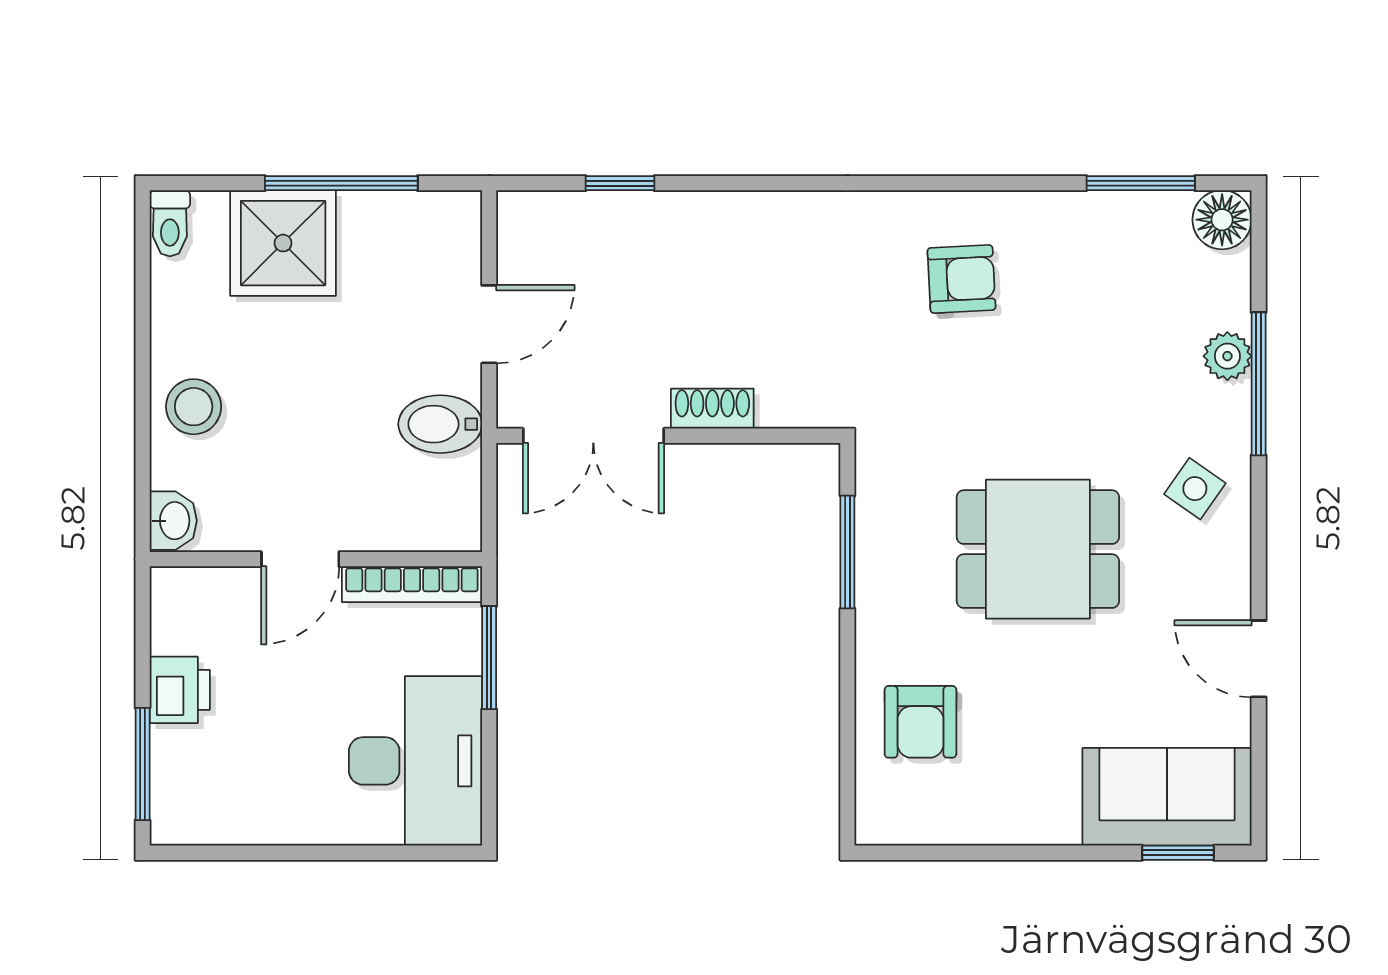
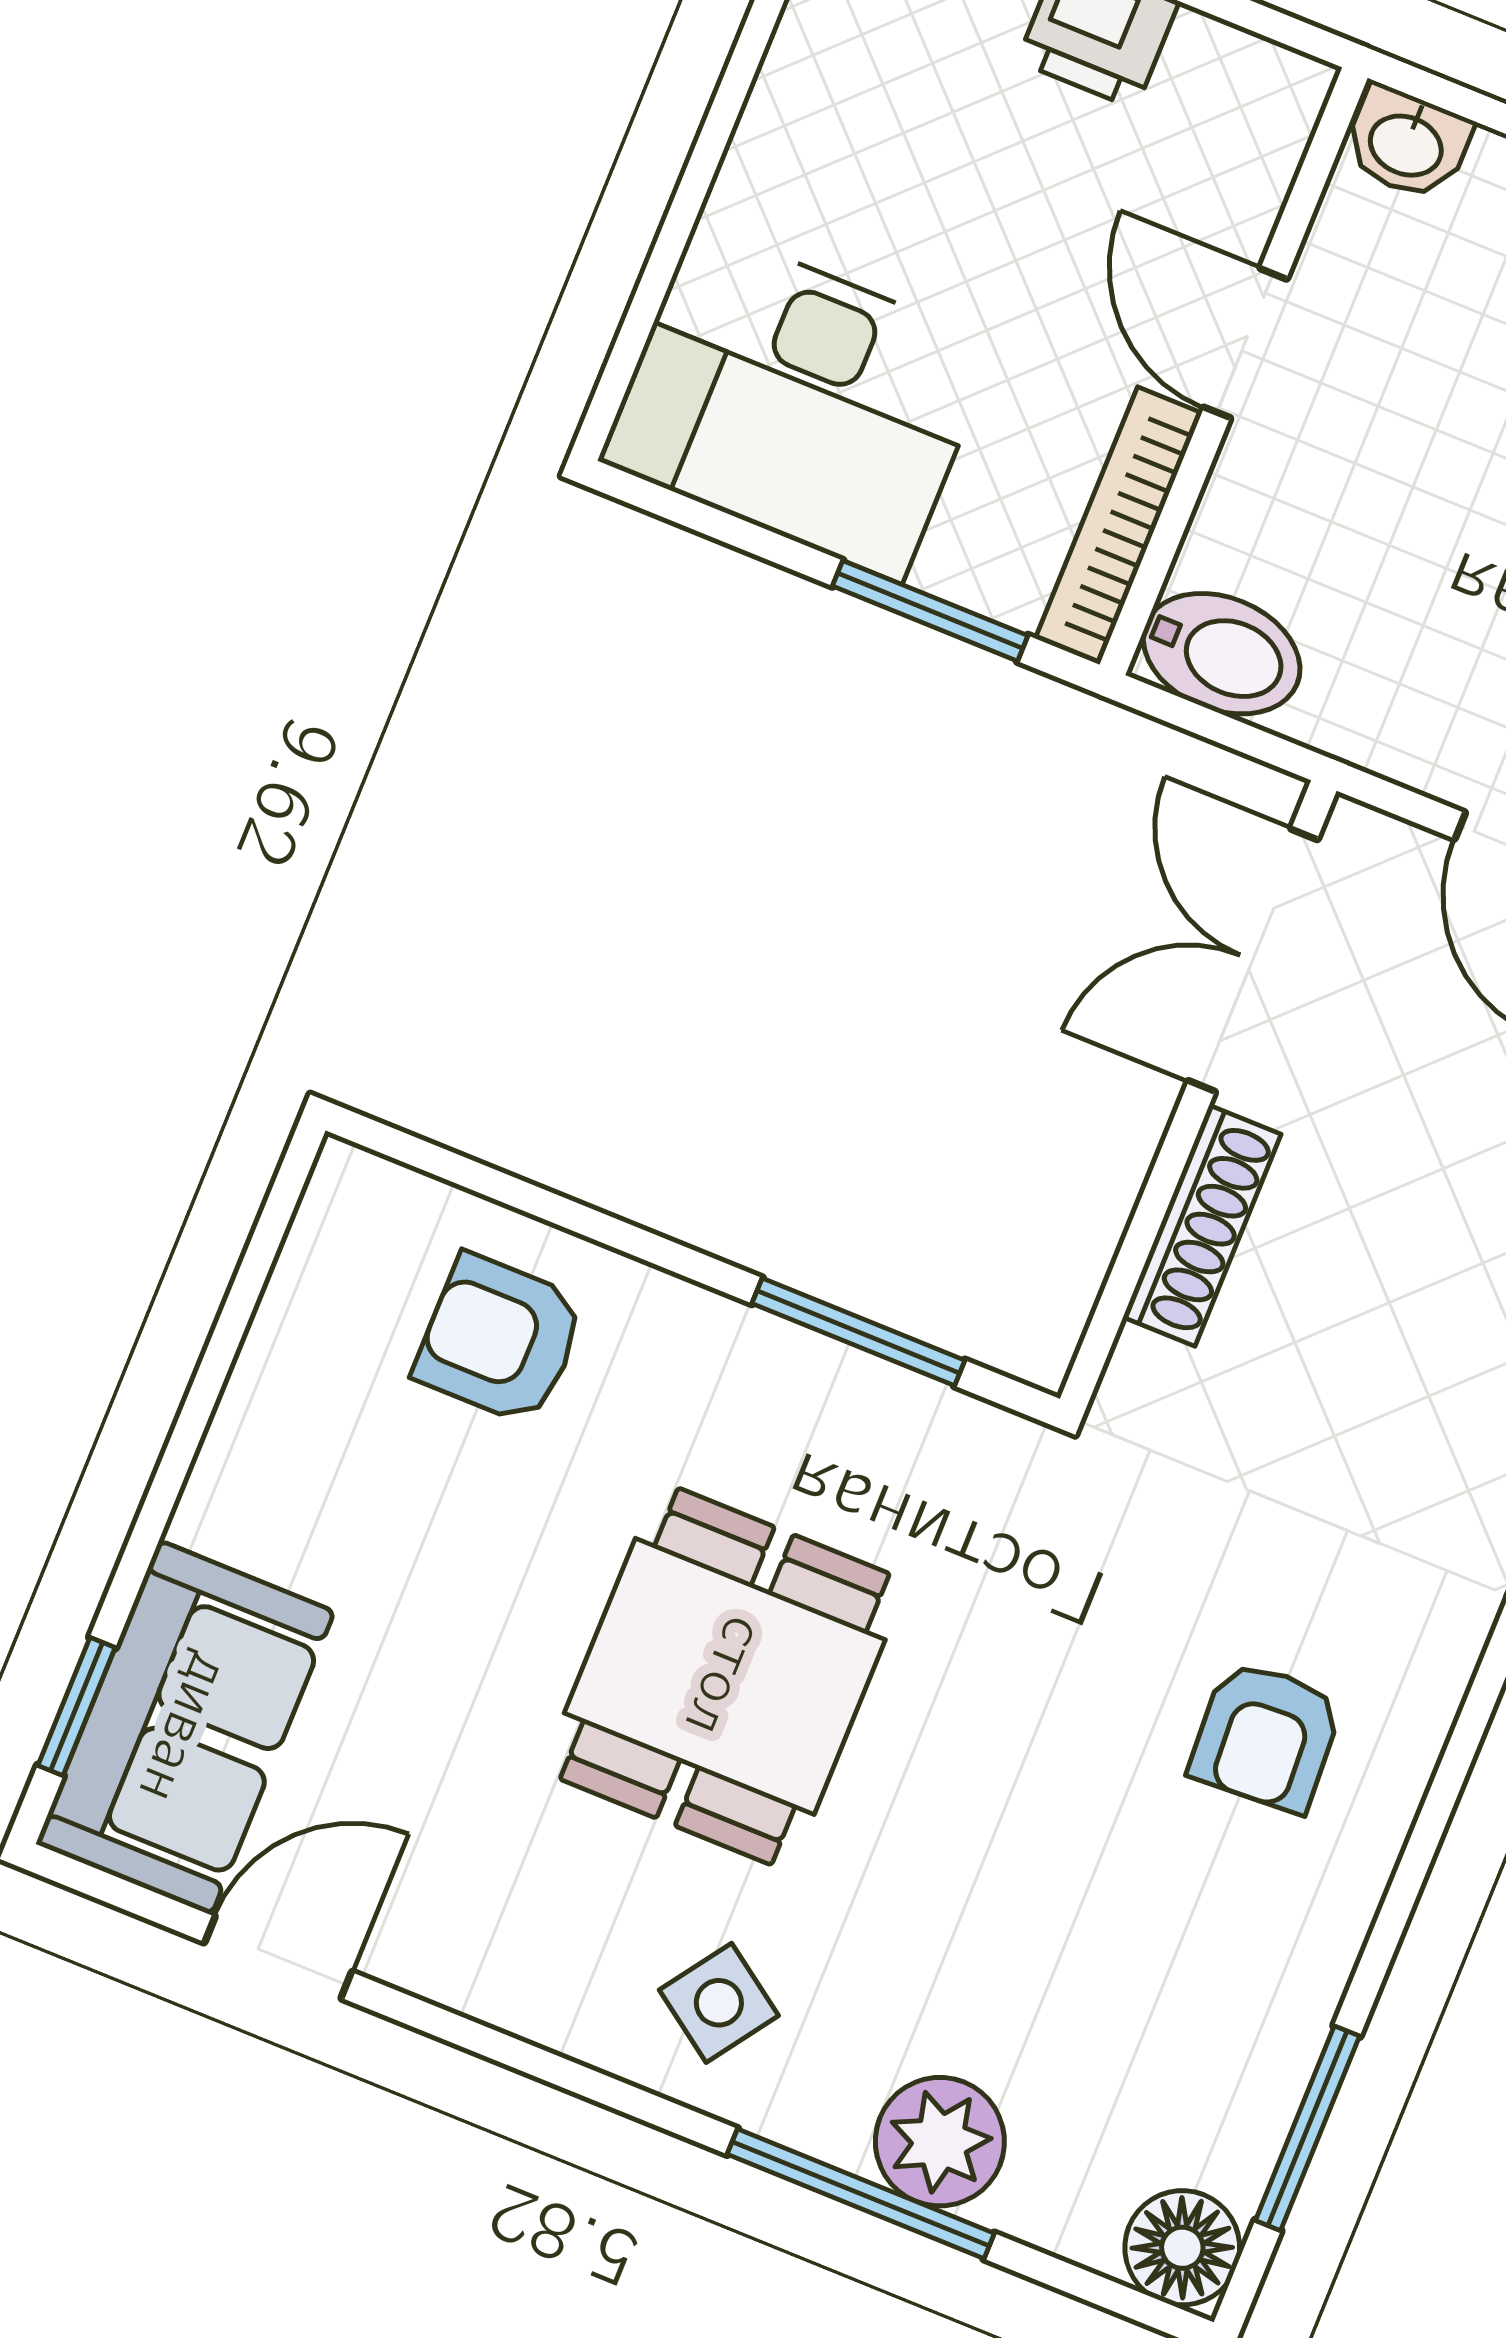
plant: (1227, 356) -> (940, 2142), width x1.38, depth x1.38
shoe rack: (712, 409) -> (1202, 1226), width x1.43
bidet: (440, 424) -> (1222, 654), moved, turned 90
door: (1259, 659) -> (278, 1957), moved

